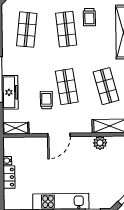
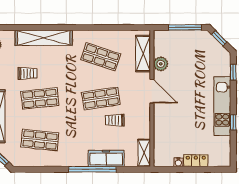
shop shelf: (106, 86) -> (101, 57), turned 33
door: (59, 135) -> (152, 91), moved

